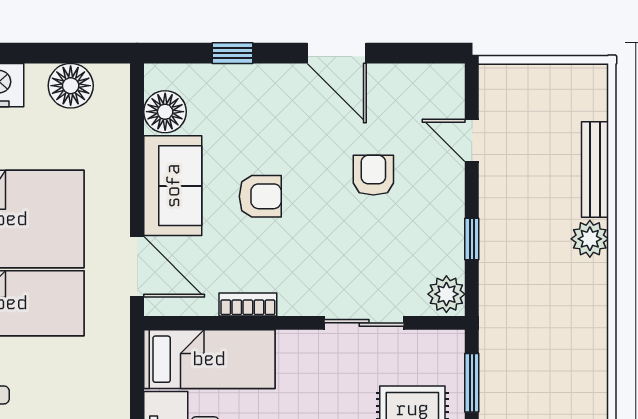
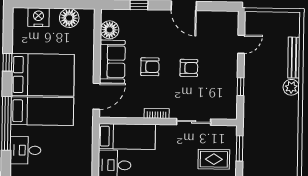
door: (472, 140) -> (241, 44), swing flipped
armchair: (373, 175) -> (189, 68), moved, turned 90
door: (137, 267) -> (96, 96), hinge flipped
plant: (446, 294) -> (229, 110), removed
bookcase: (248, 305) -> (157, 113), moved

